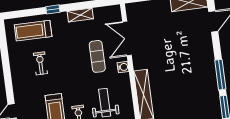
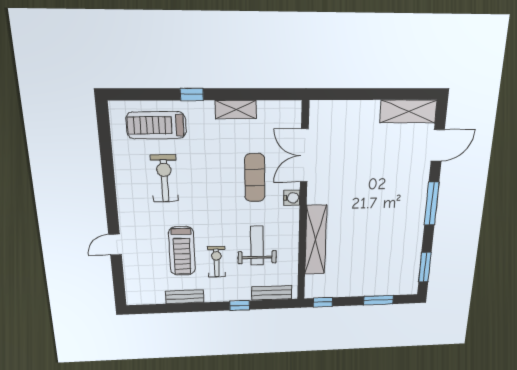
exercise bike: (40, 63) -> (164, 178), width x1.38, depth x1.39
window: (220, 75) -> (432, 204), moved

